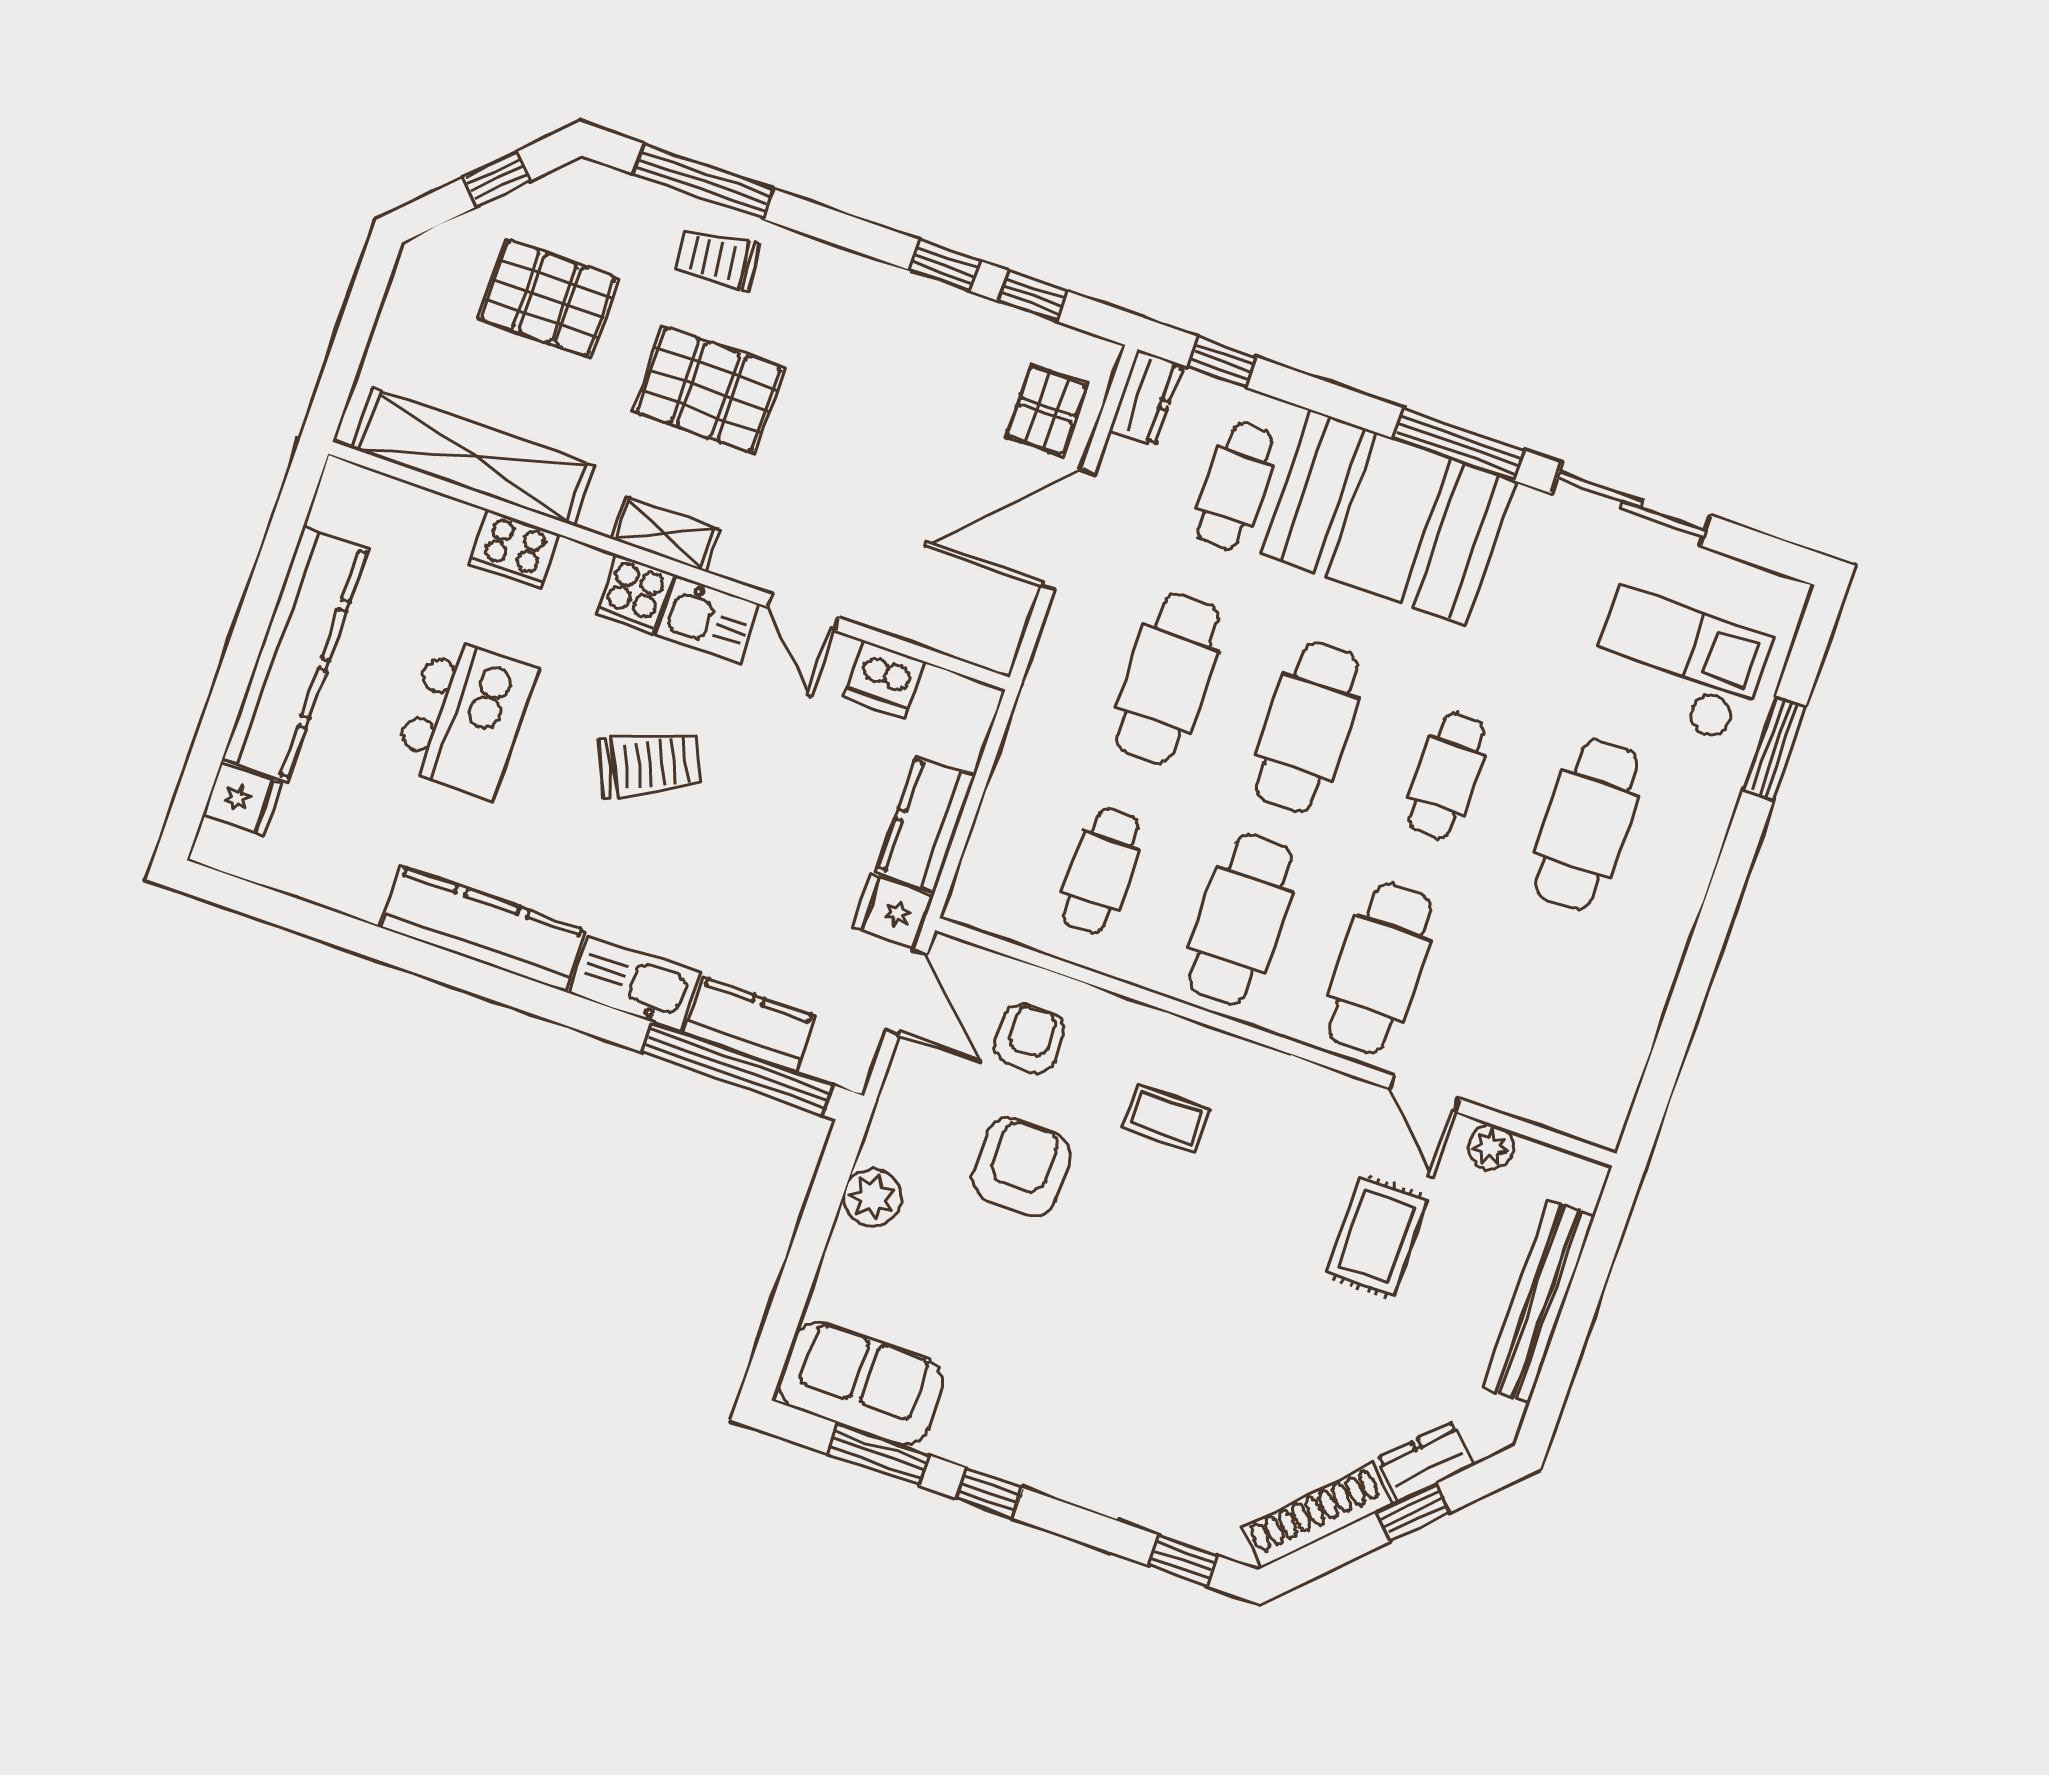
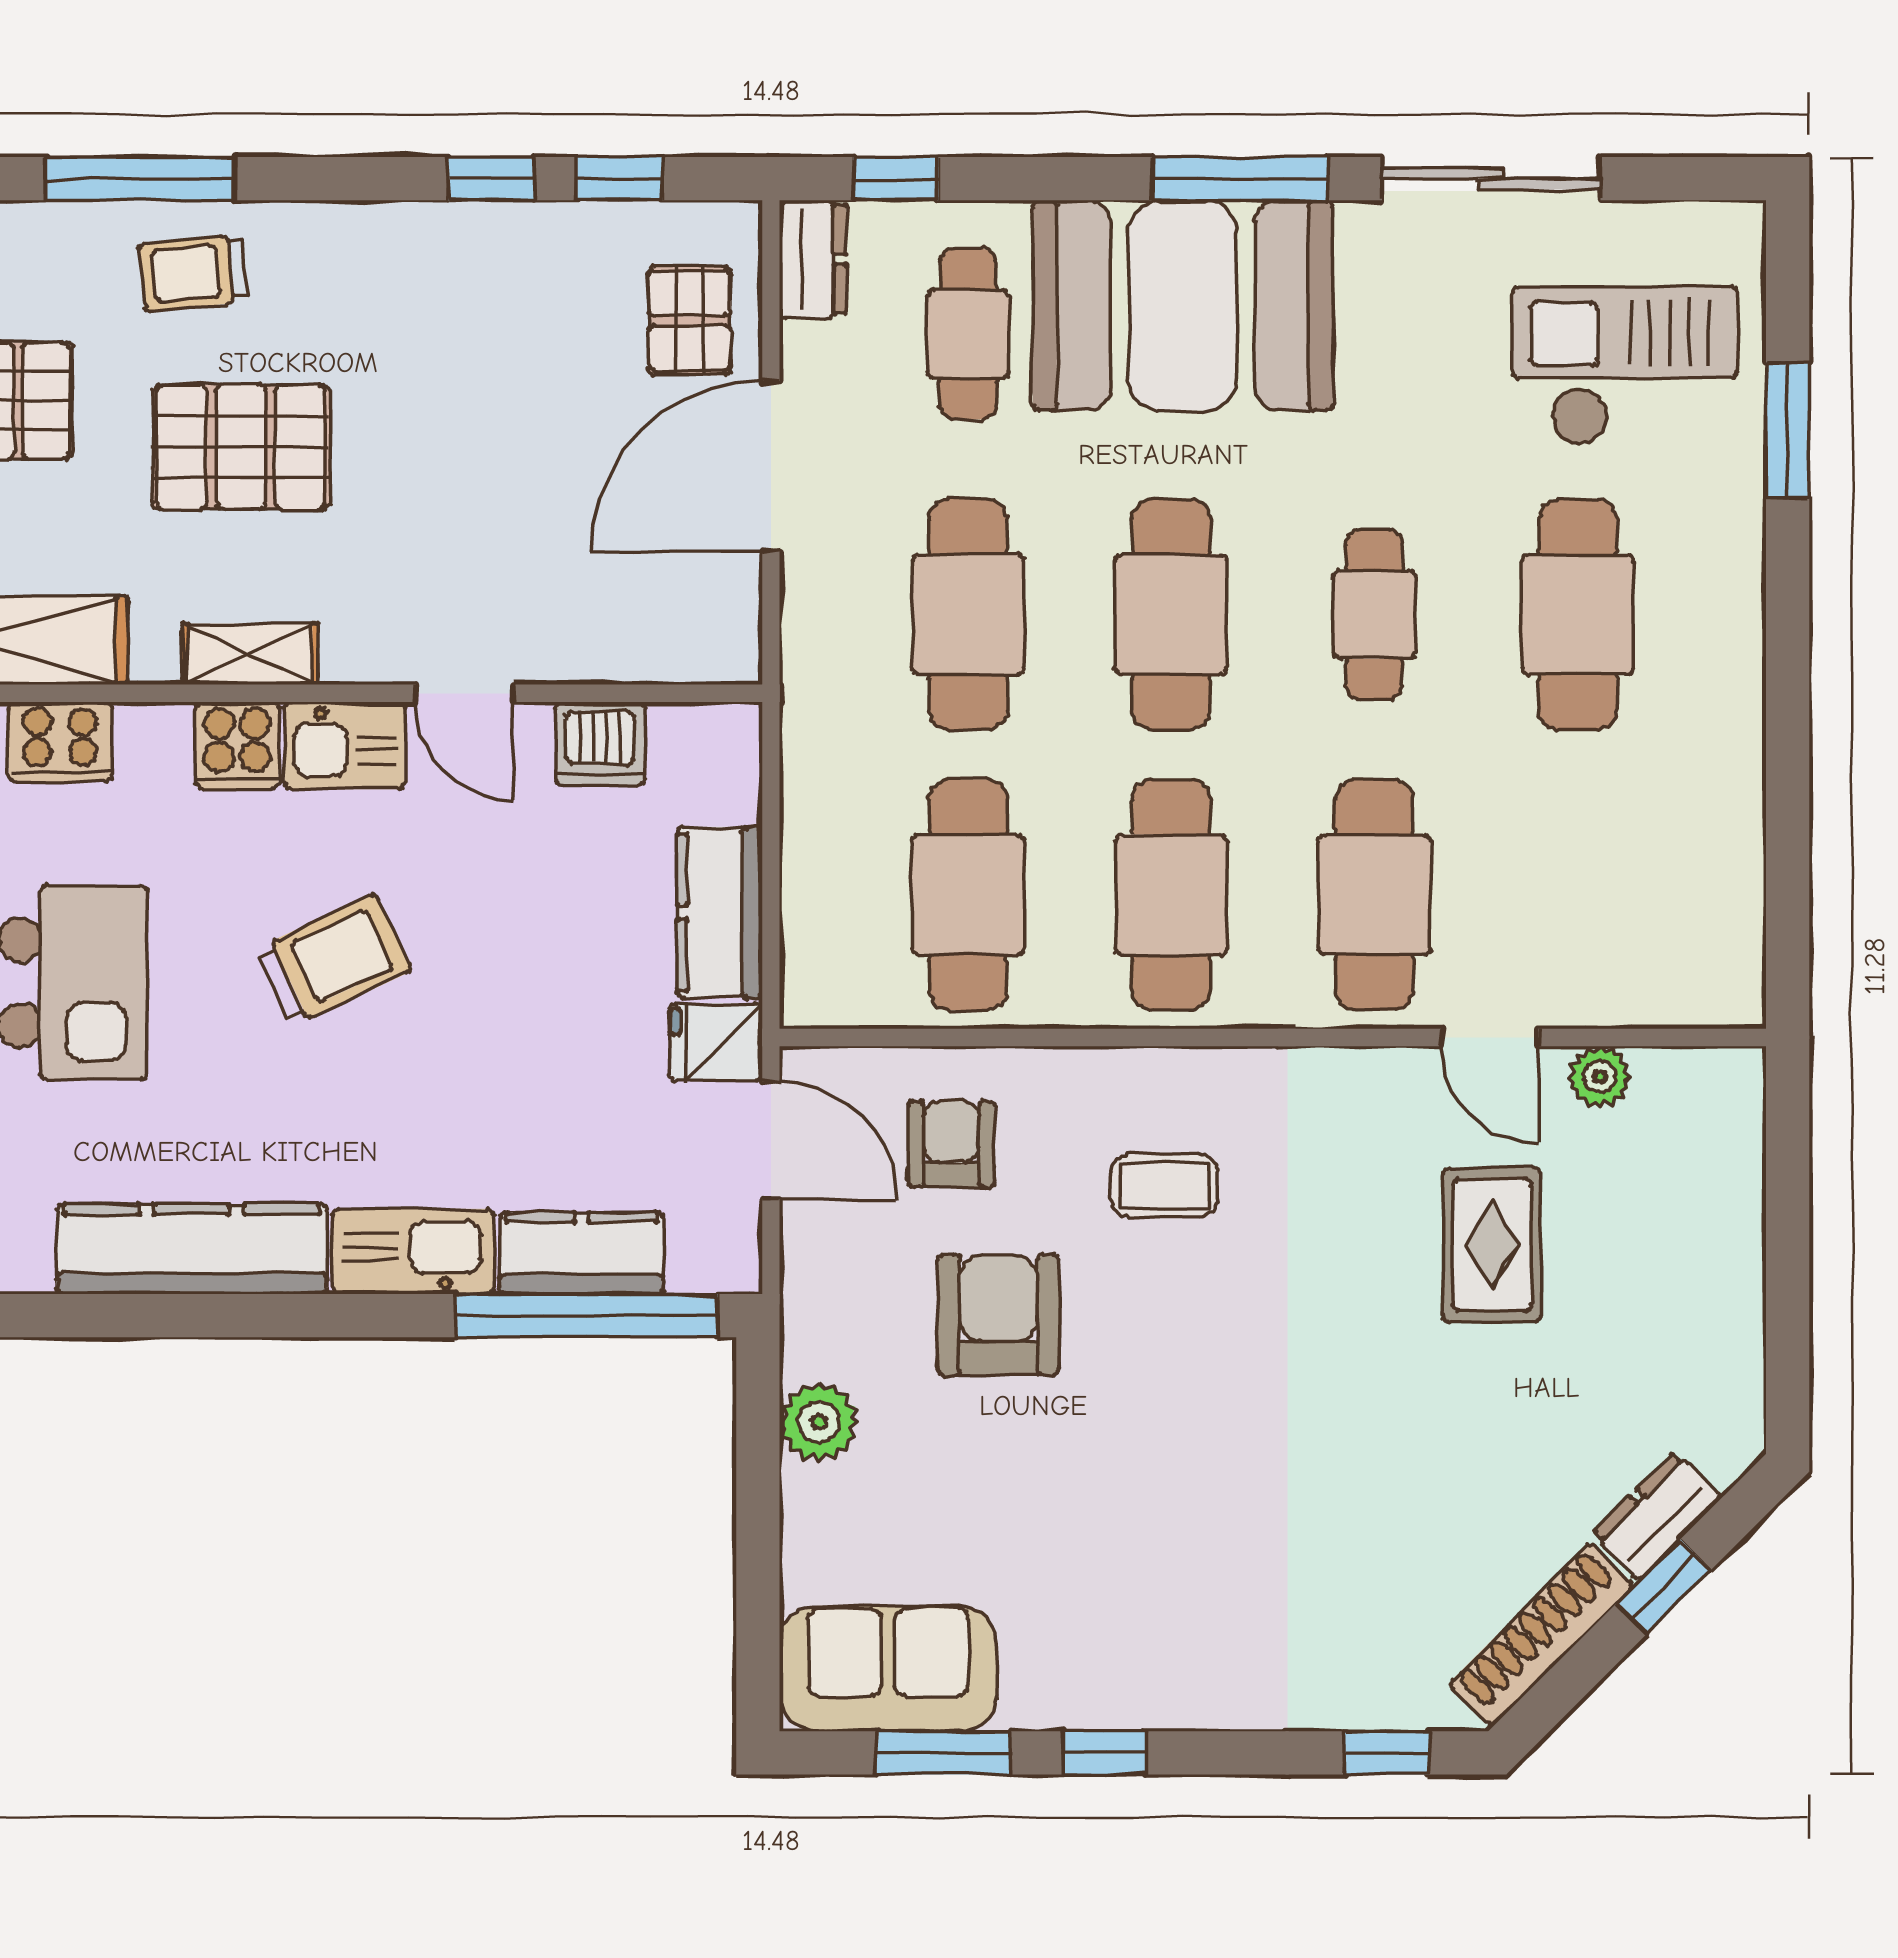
cafe table: (1101, 871) -> (968, 895), width x1.37, depth x1.35
bench: (1539, 1302) -> (1732, 1256), removed

